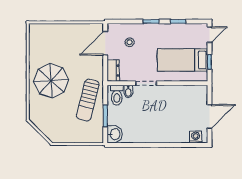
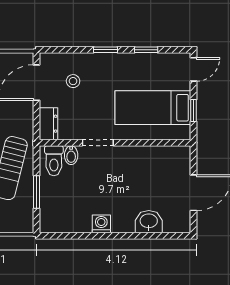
washbasin: (115, 134) -> (149, 222), moved, turned -90
washing machine: (196, 137) -> (101, 224), moved

